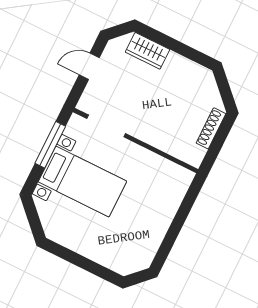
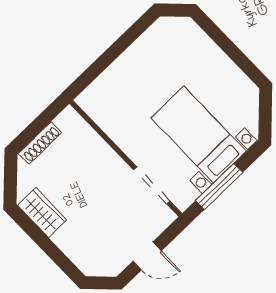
wardrobe: (147, 51) -> (42, 213), moved

